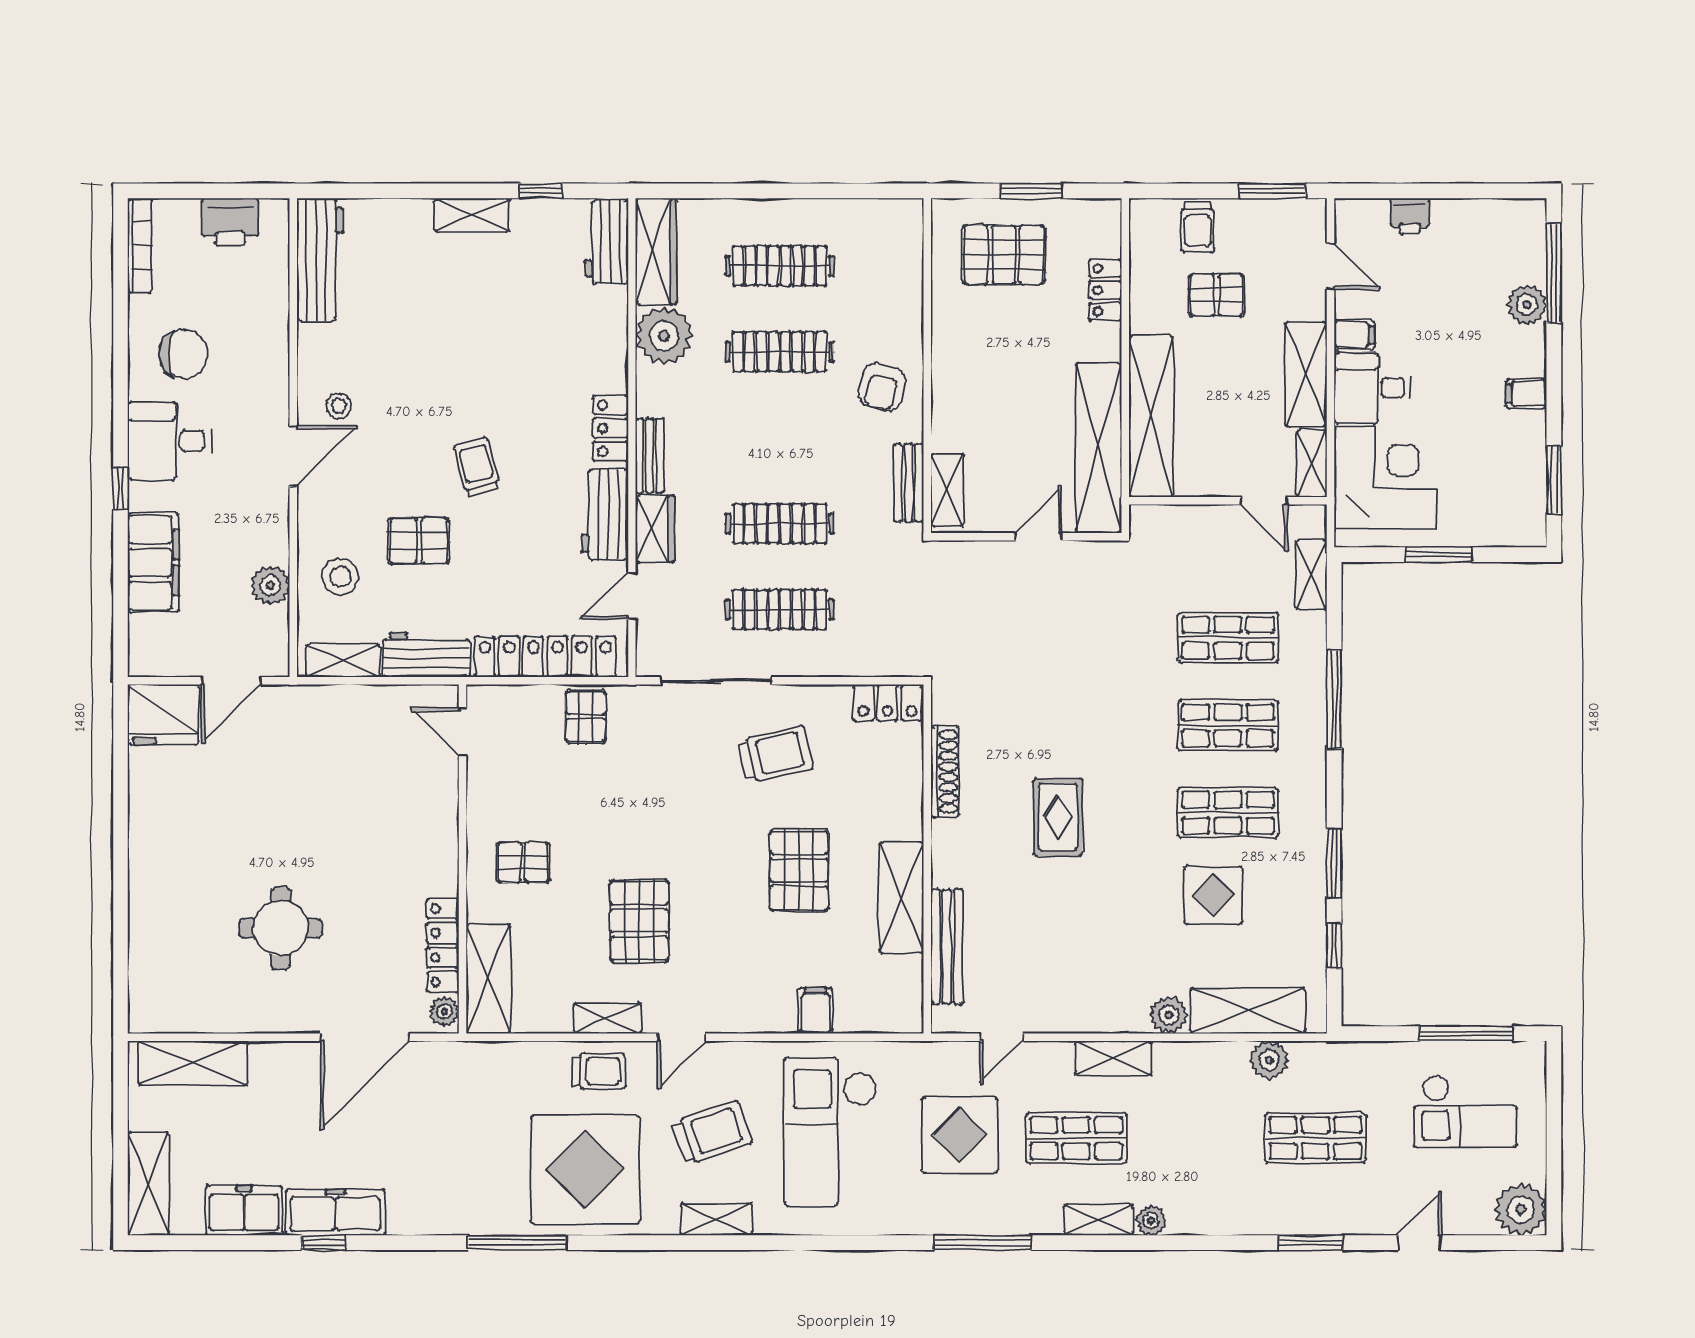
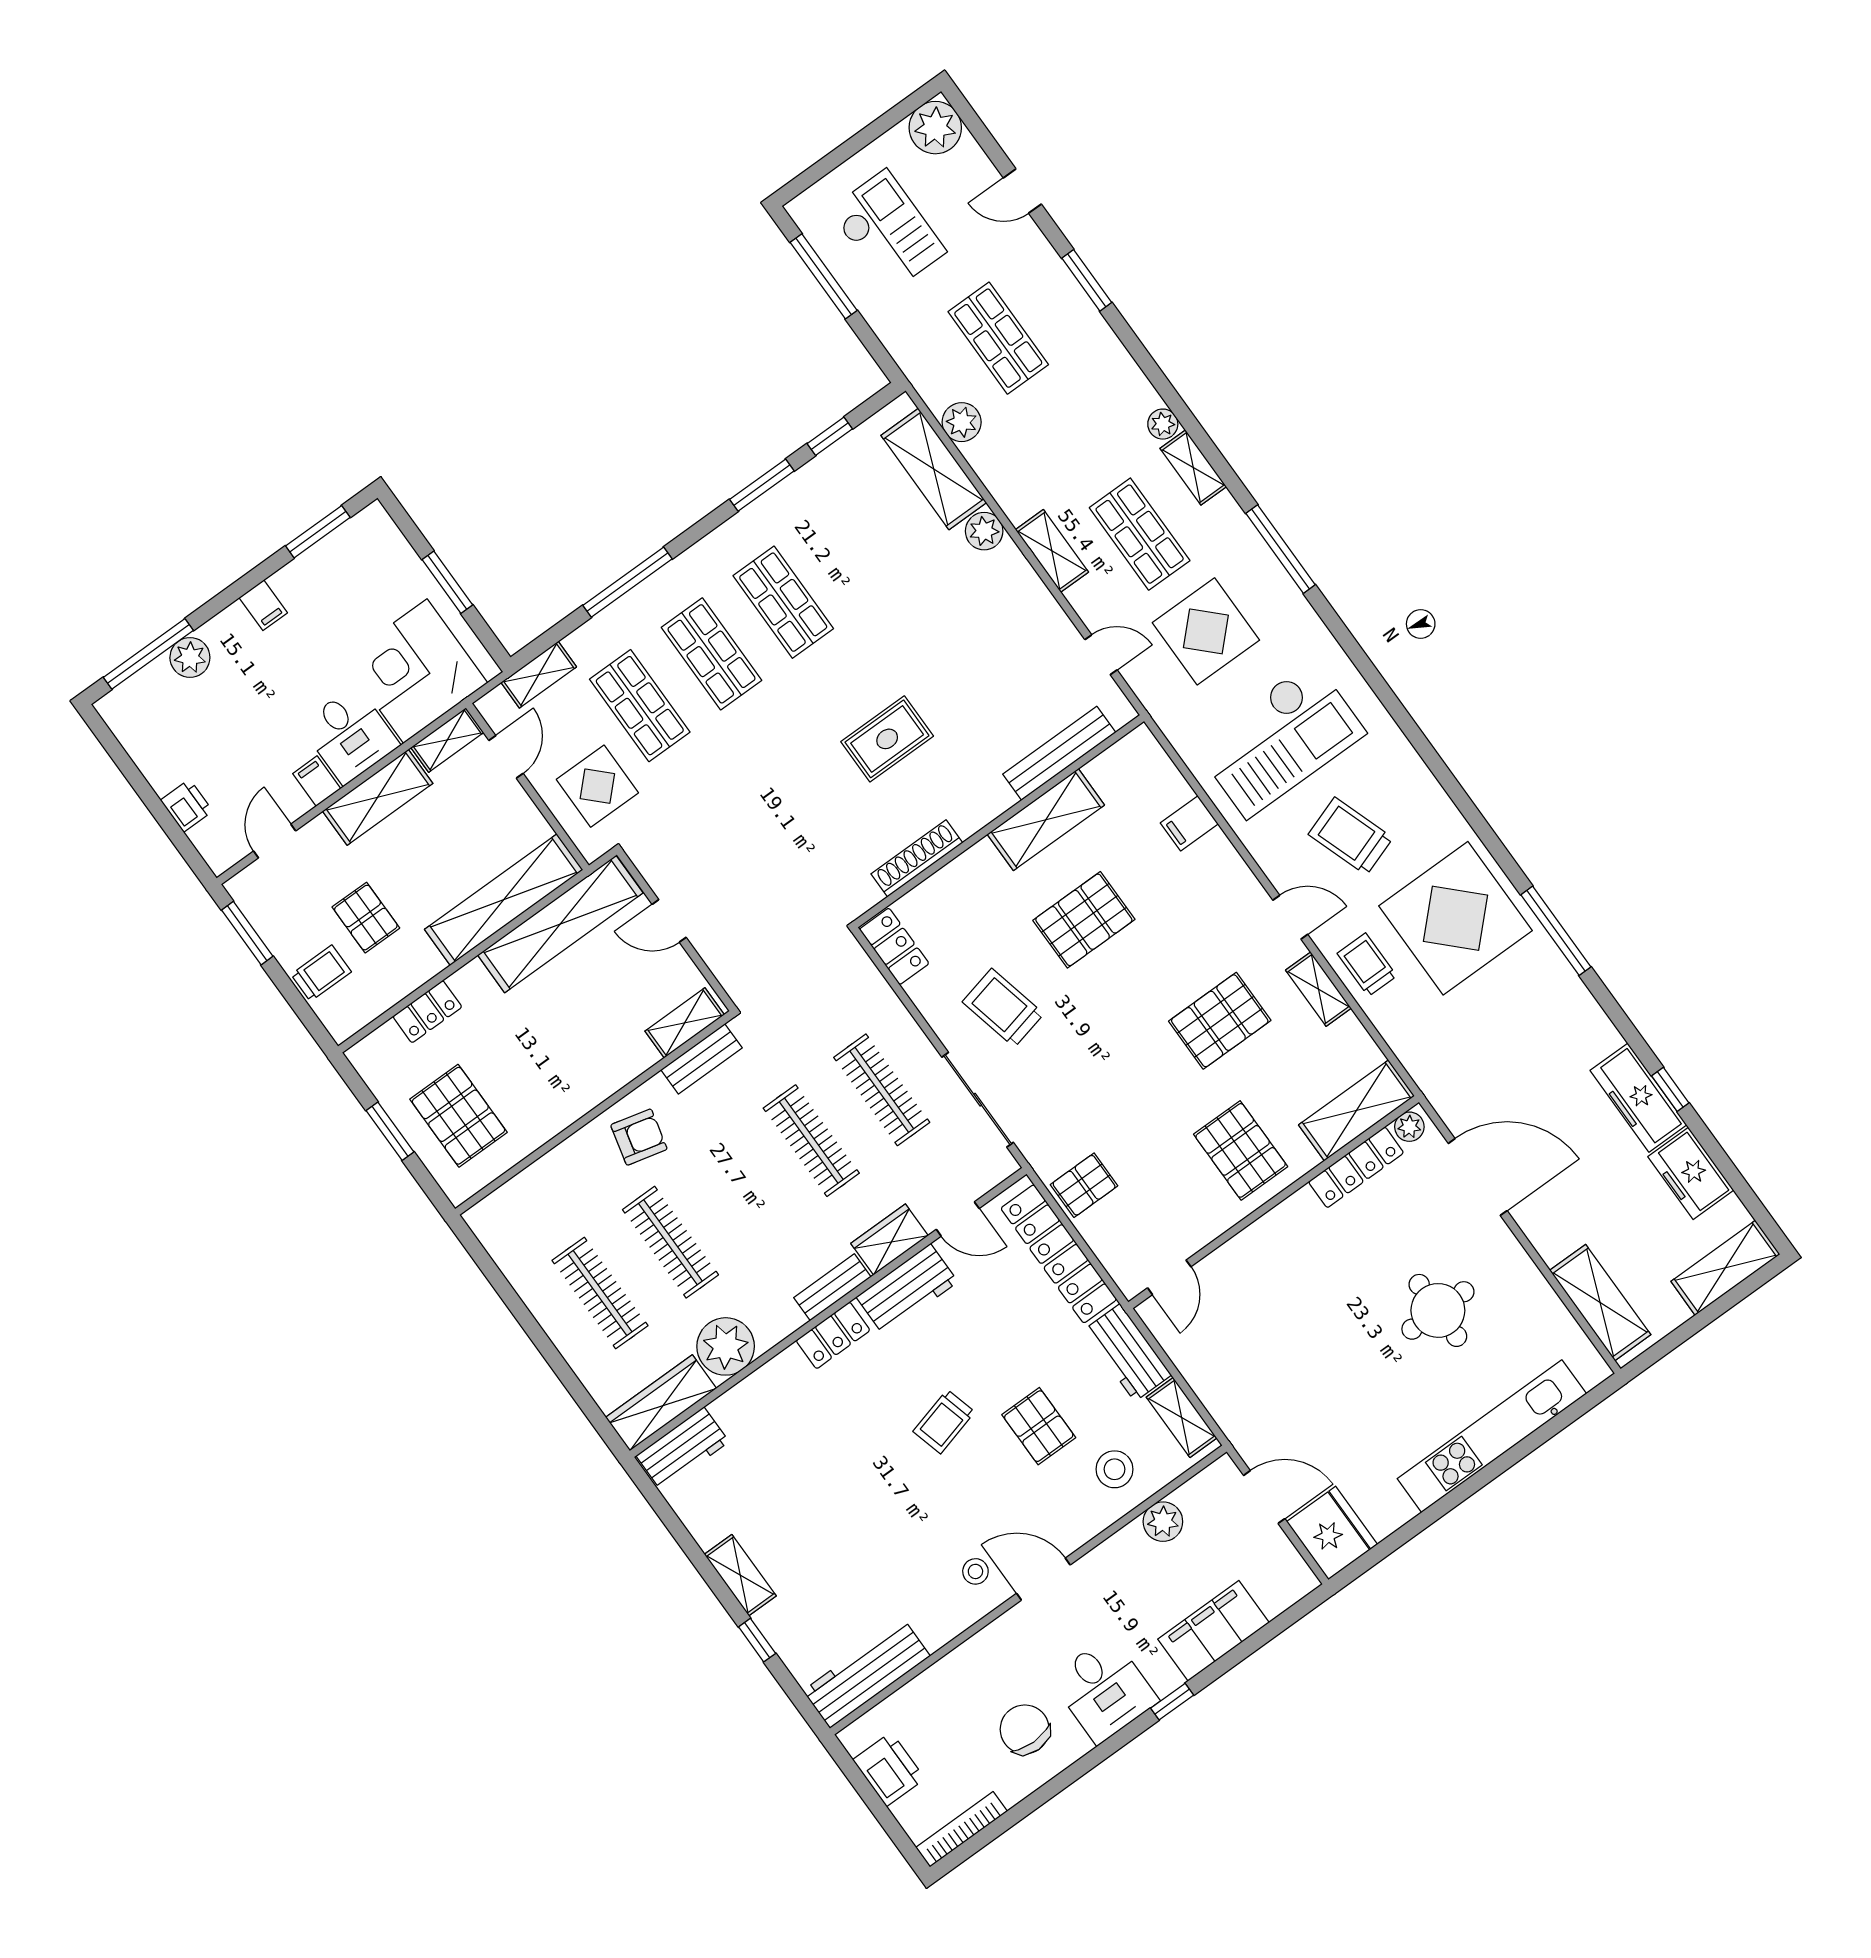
window: (541, 191) -> (757, 1640), moved
pallet: (523, 862) -> (1241, 1150), width x1.50, depth x1.42
display table: (1213, 895) -> (597, 786), moved
kitchen unit: (148, 899) -> (1492, 1436), added
shelving: (716, 1219) -> (1419, 781), removed

